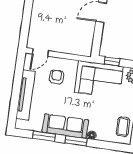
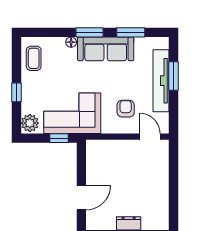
door: (40, 52) -> (150, 137), hinge flipped
armchair: (56, 77) -> (126, 109), turned 180
window: (15, 97) -> (173, 76), added

